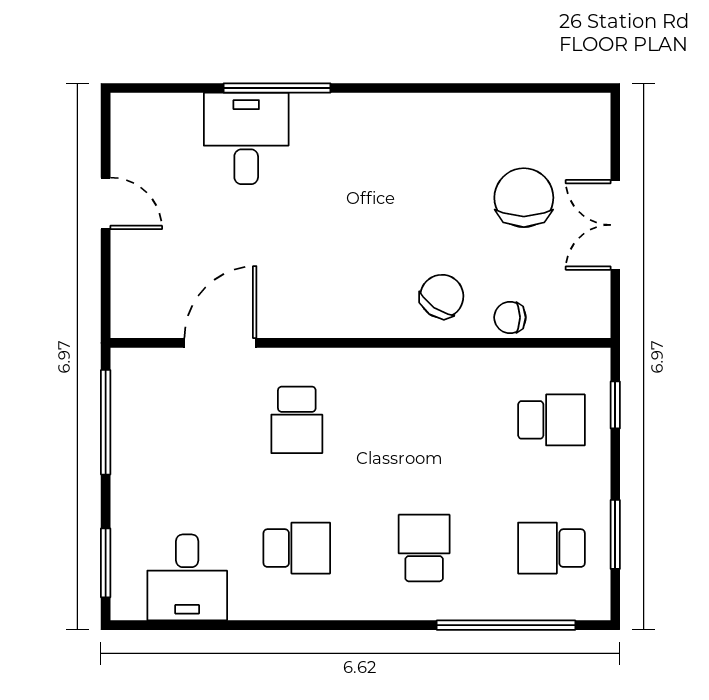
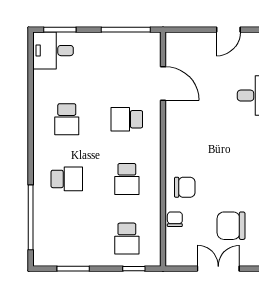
chair: (524, 198) -> (231, 226), turned 180
chair: (442, 296) -> (185, 187), turned -35
school desk: (551, 548) -> (127, 179), moved, turned 180
desk: (187, 577) -> (53, 51), moved

